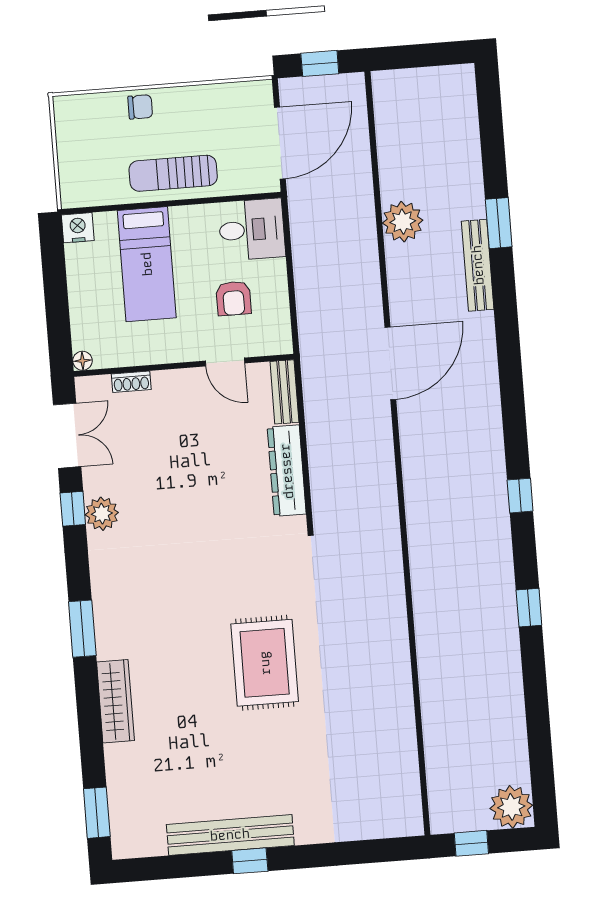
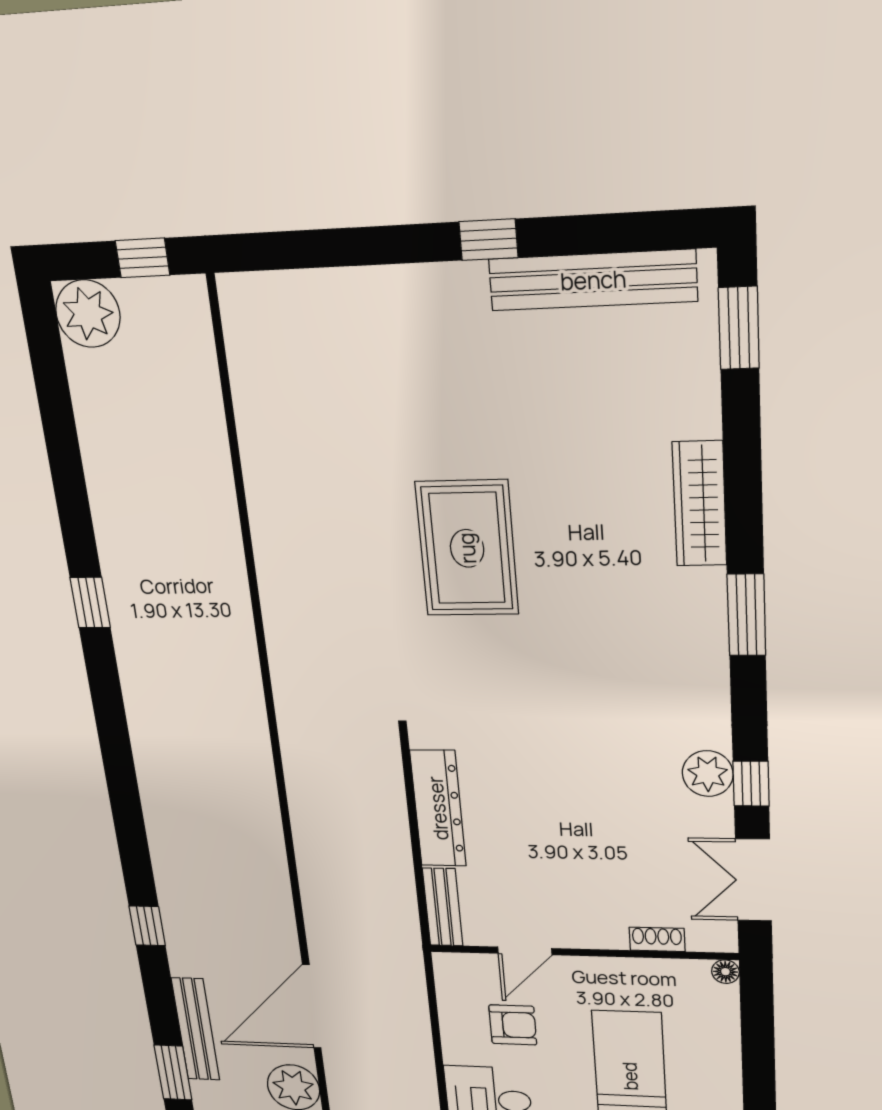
armchair: (234, 298) -> (513, 1025), turned 90
door: (225, 362) -> (525, 951), swing flipped
door: (390, 363) -> (312, 1006), moved
window: (520, 496) -> (147, 926), moved
bench: (230, 835) -> (593, 280), moved

